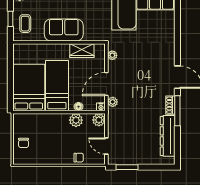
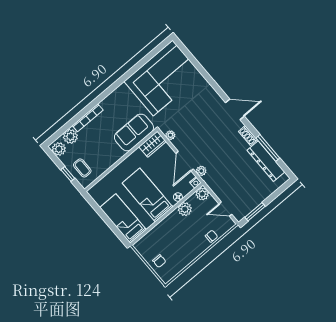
sofa: (64, 30) -> (134, 132), moved
wardrobe: (82, 51) -> (152, 144), moved
bed: (29, 88) -> (123, 218), width x0.67
window: (177, 111) -> (268, 148), moved

